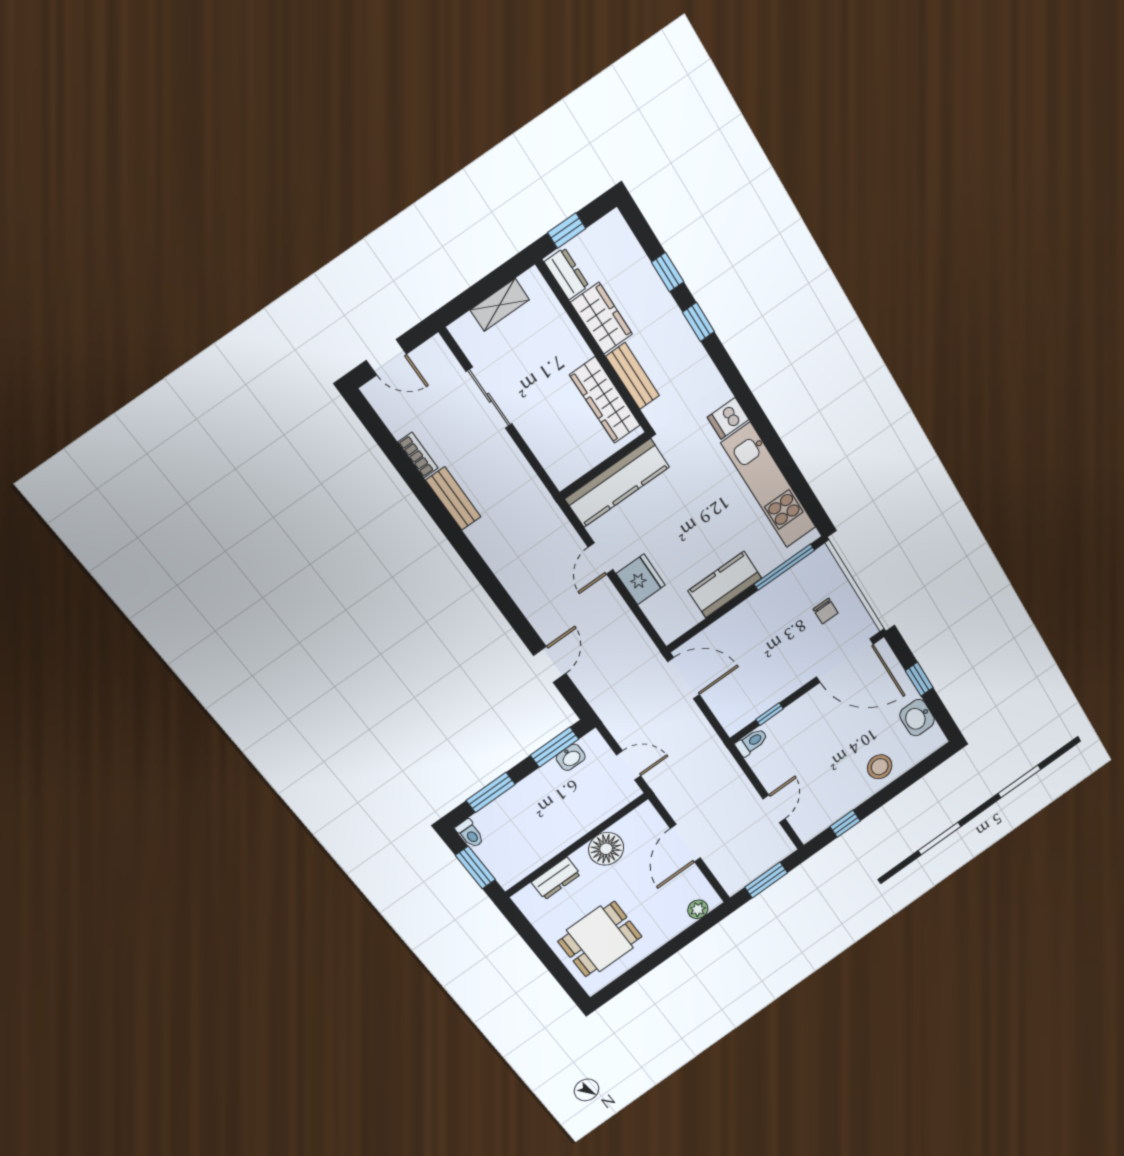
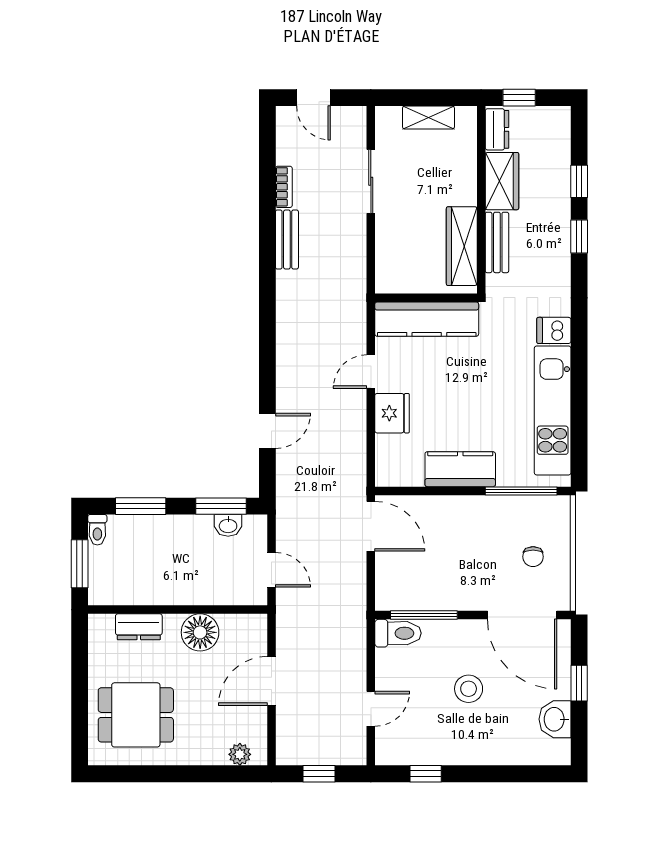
window: (769, 714) -> (424, 615), width x2.17
toilet: (752, 742) -> (398, 633), width x1.37, depth x1.39
stool: (880, 767) -> (469, 689), moved
window: (766, 880) -> (319, 774), width x0.67

